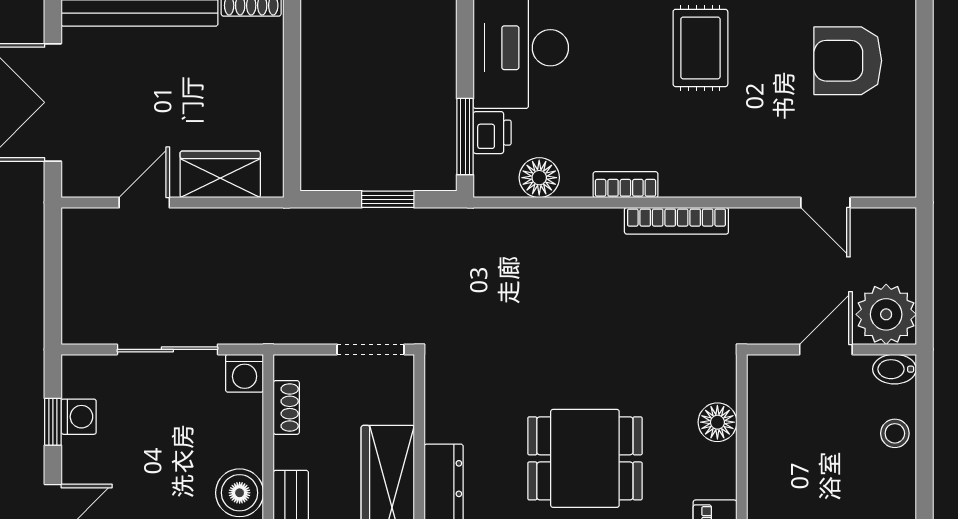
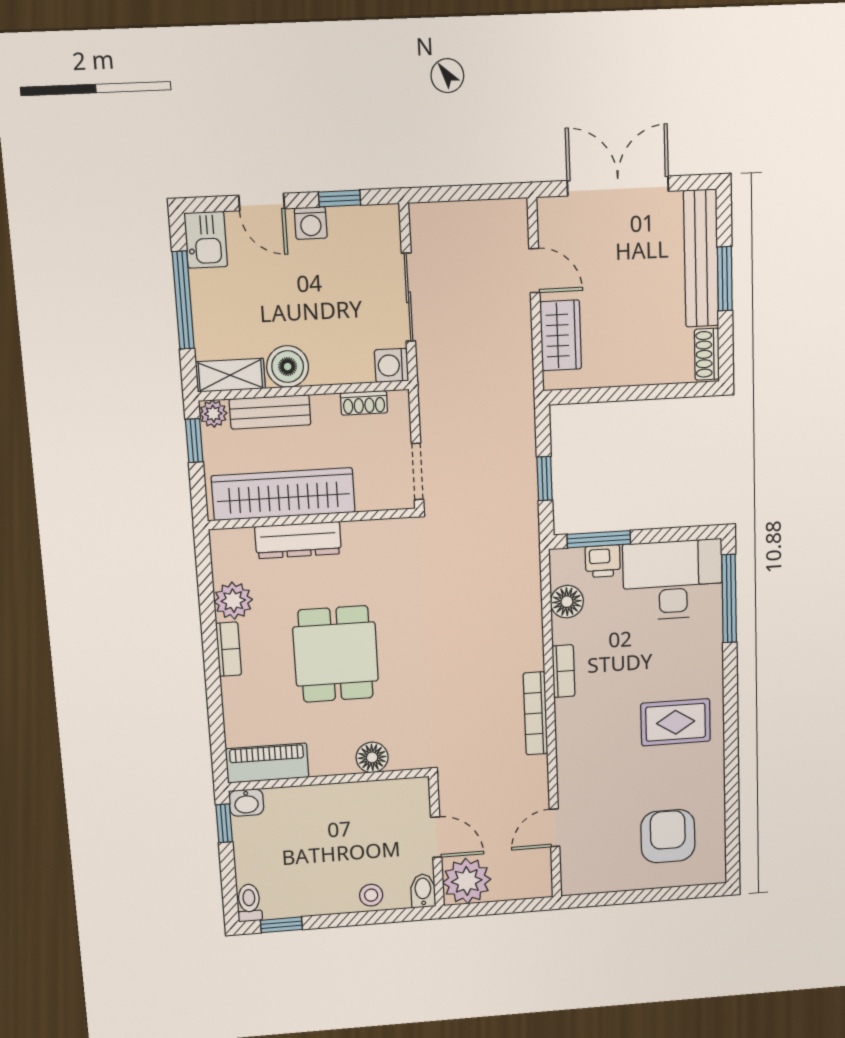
washing machine: (79, 417) -> (311, 223), moved

